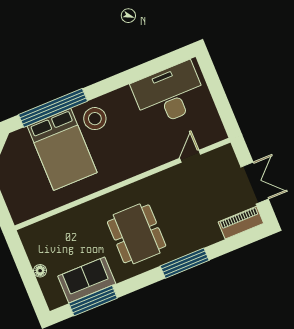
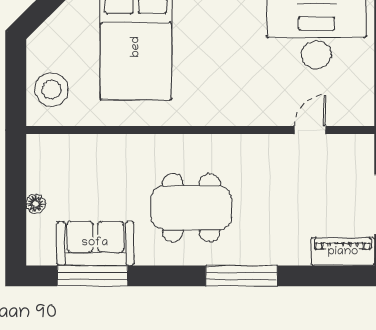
stool: (95, 119) -> (51, 89), moved
dining table: (137, 234) -> (191, 208), turned 90

